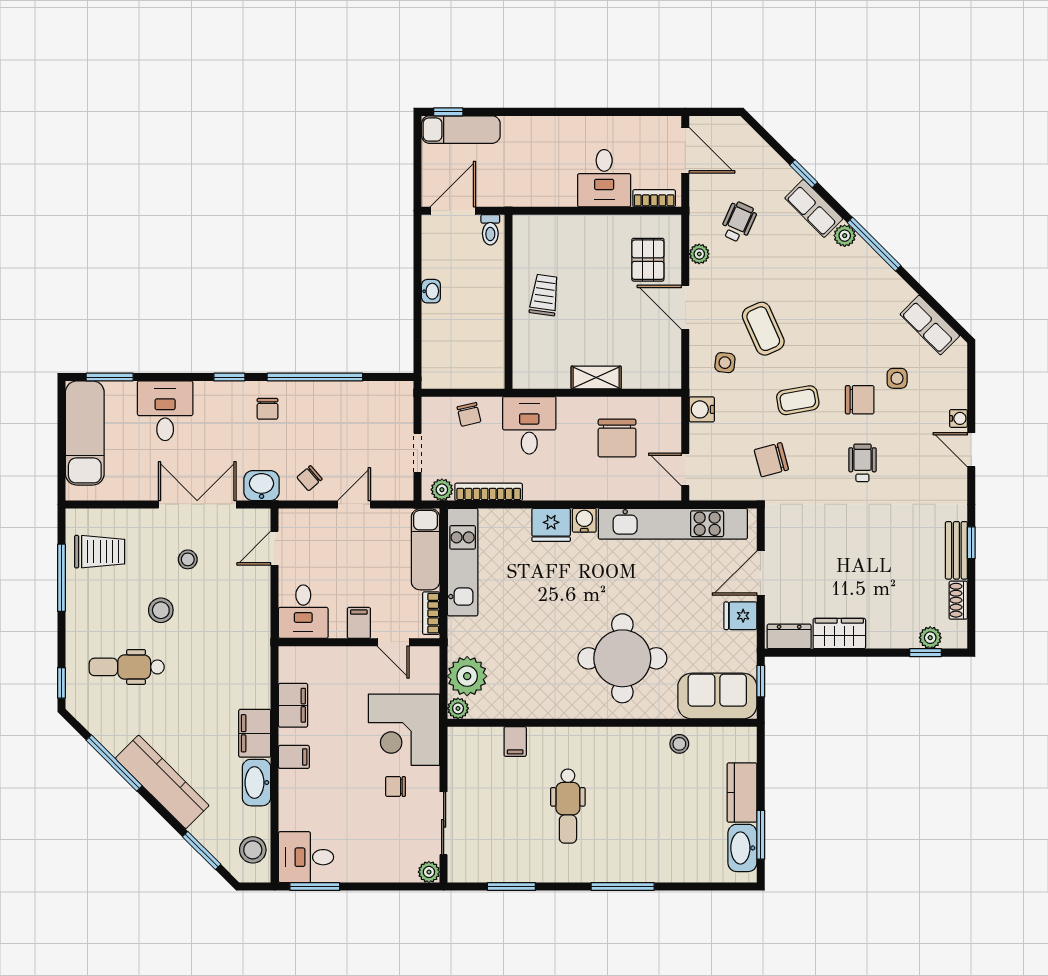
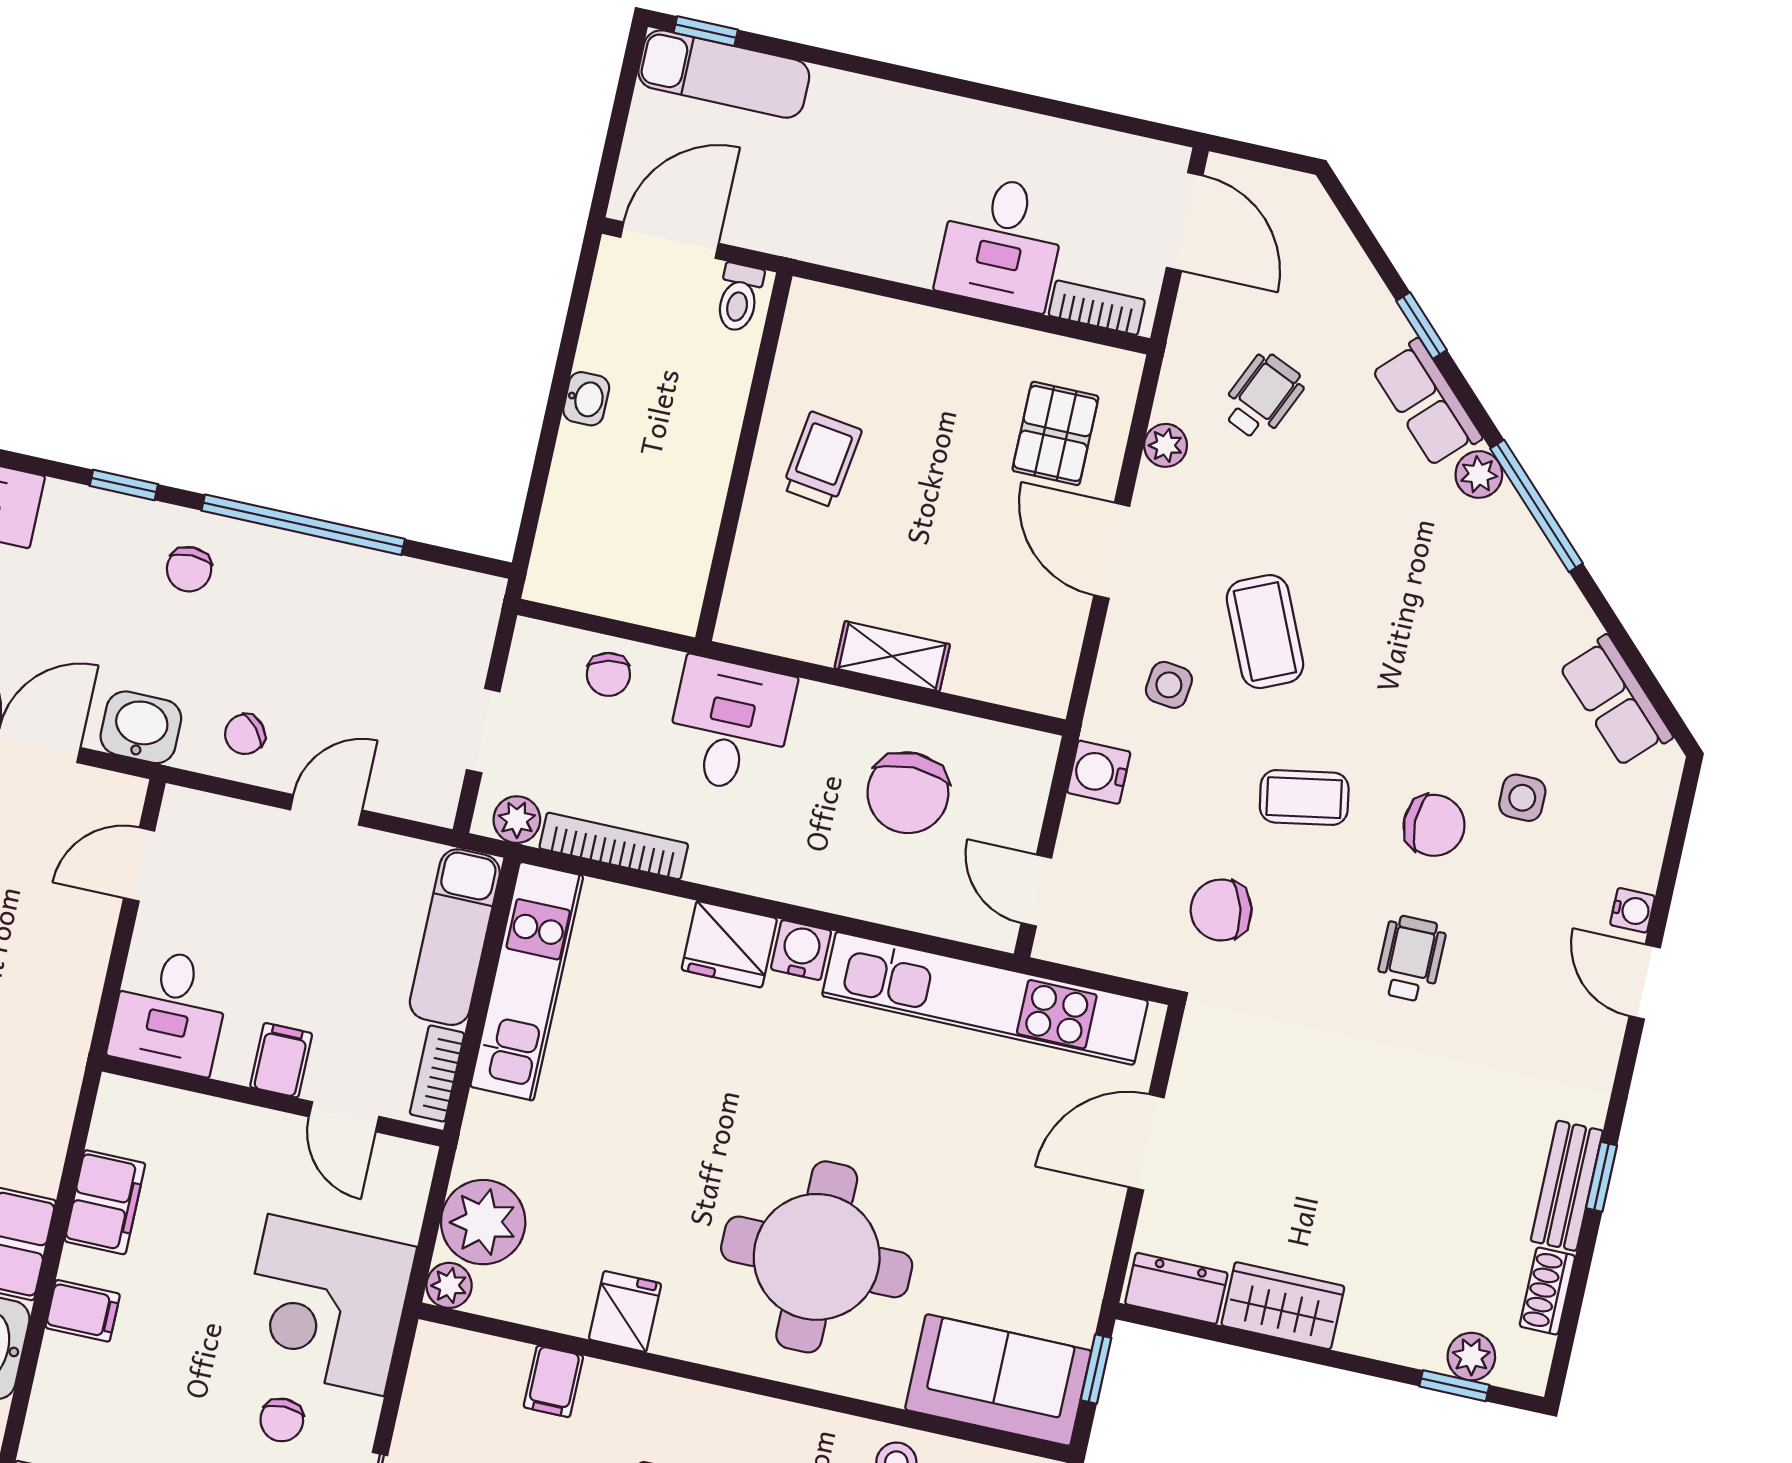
fridge: (740, 616) -> (625, 1311), moved, turned 90
chair: (395, 786) -> (282, 1420), turned -90

